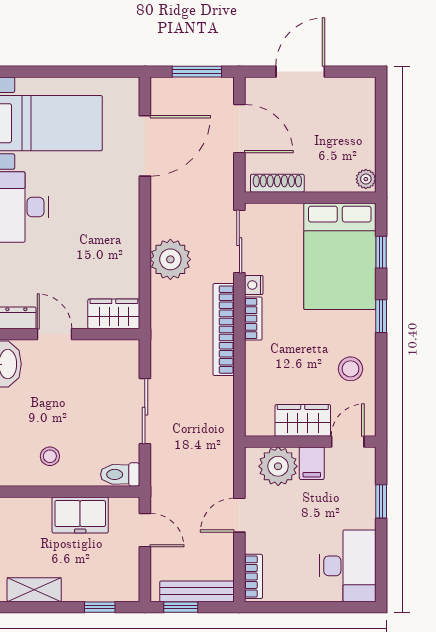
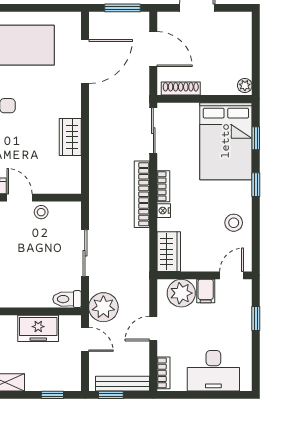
plant: (170, 259) -> (103, 307), moved
nightstand: (254, 285) -> (164, 211), moved
wardrobe: (114, 314) -> (70, 137), moved, turned -90
wardrobe: (303, 420) -> (169, 252), moved, turned 90
stool: (50, 456) -> (41, 212), moved
desk: (348, 566) -> (213, 371), moved, turned 90

